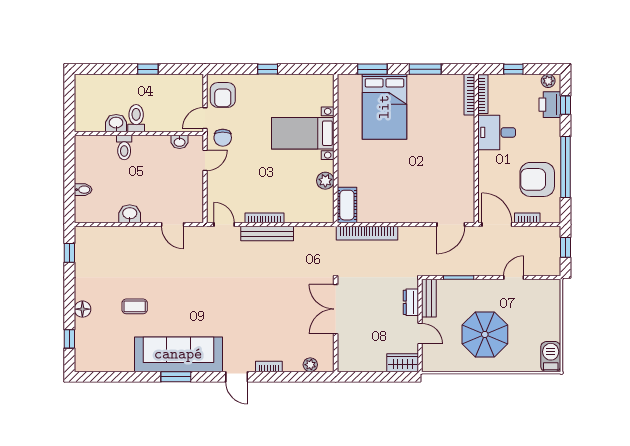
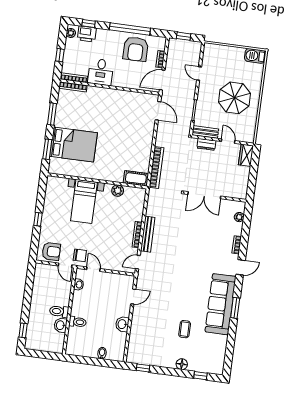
window: (148, 69) -> (23, 330), moved
door: (420, 334) -> (228, 141), hinge flipped

